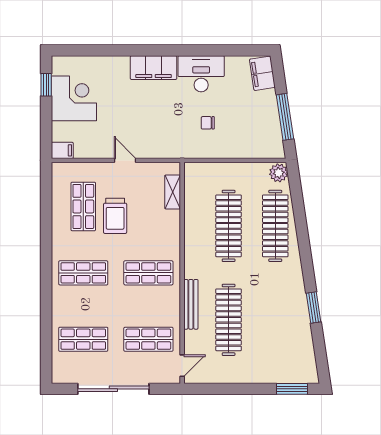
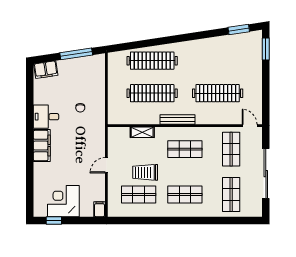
desk: (201, 74) -> (46, 117), width x0.73
plant: (279, 173) -> (115, 58), removed
shelving: (173, 192) -> (142, 132), moved
trolley: (115, 216) -> (145, 172), turned 180
shop shelf: (83, 273) -> (185, 195), turned 90
shop shelf: (148, 273) -> (185, 149), turned 90
bench: (191, 304) -> (177, 119), moved
window: (314, 307) -> (239, 29), moved

